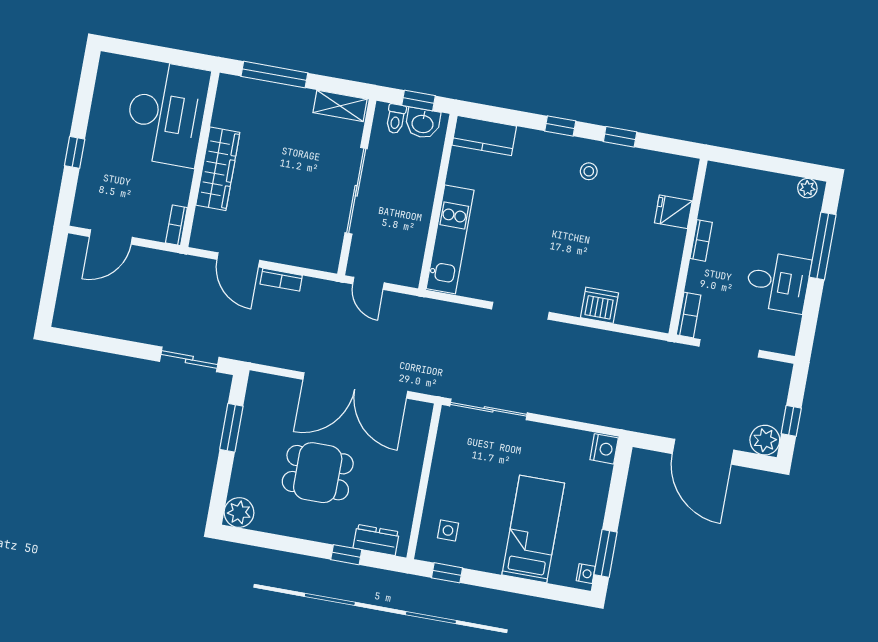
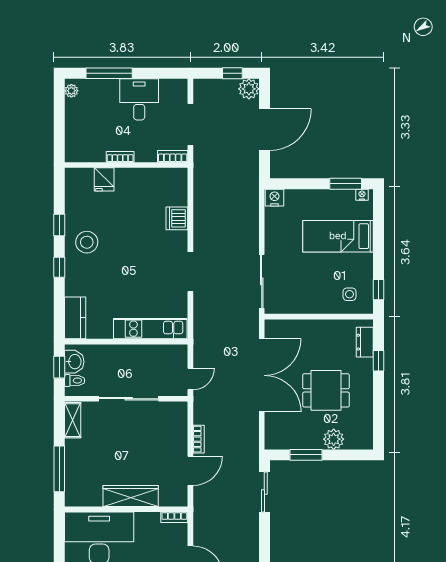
stool: (589, 171) -> (87, 242), width x1.89, depth x1.89
dining table: (318, 473) -> (326, 390), turned 90
plant: (239, 513) -> (334, 439), moved

